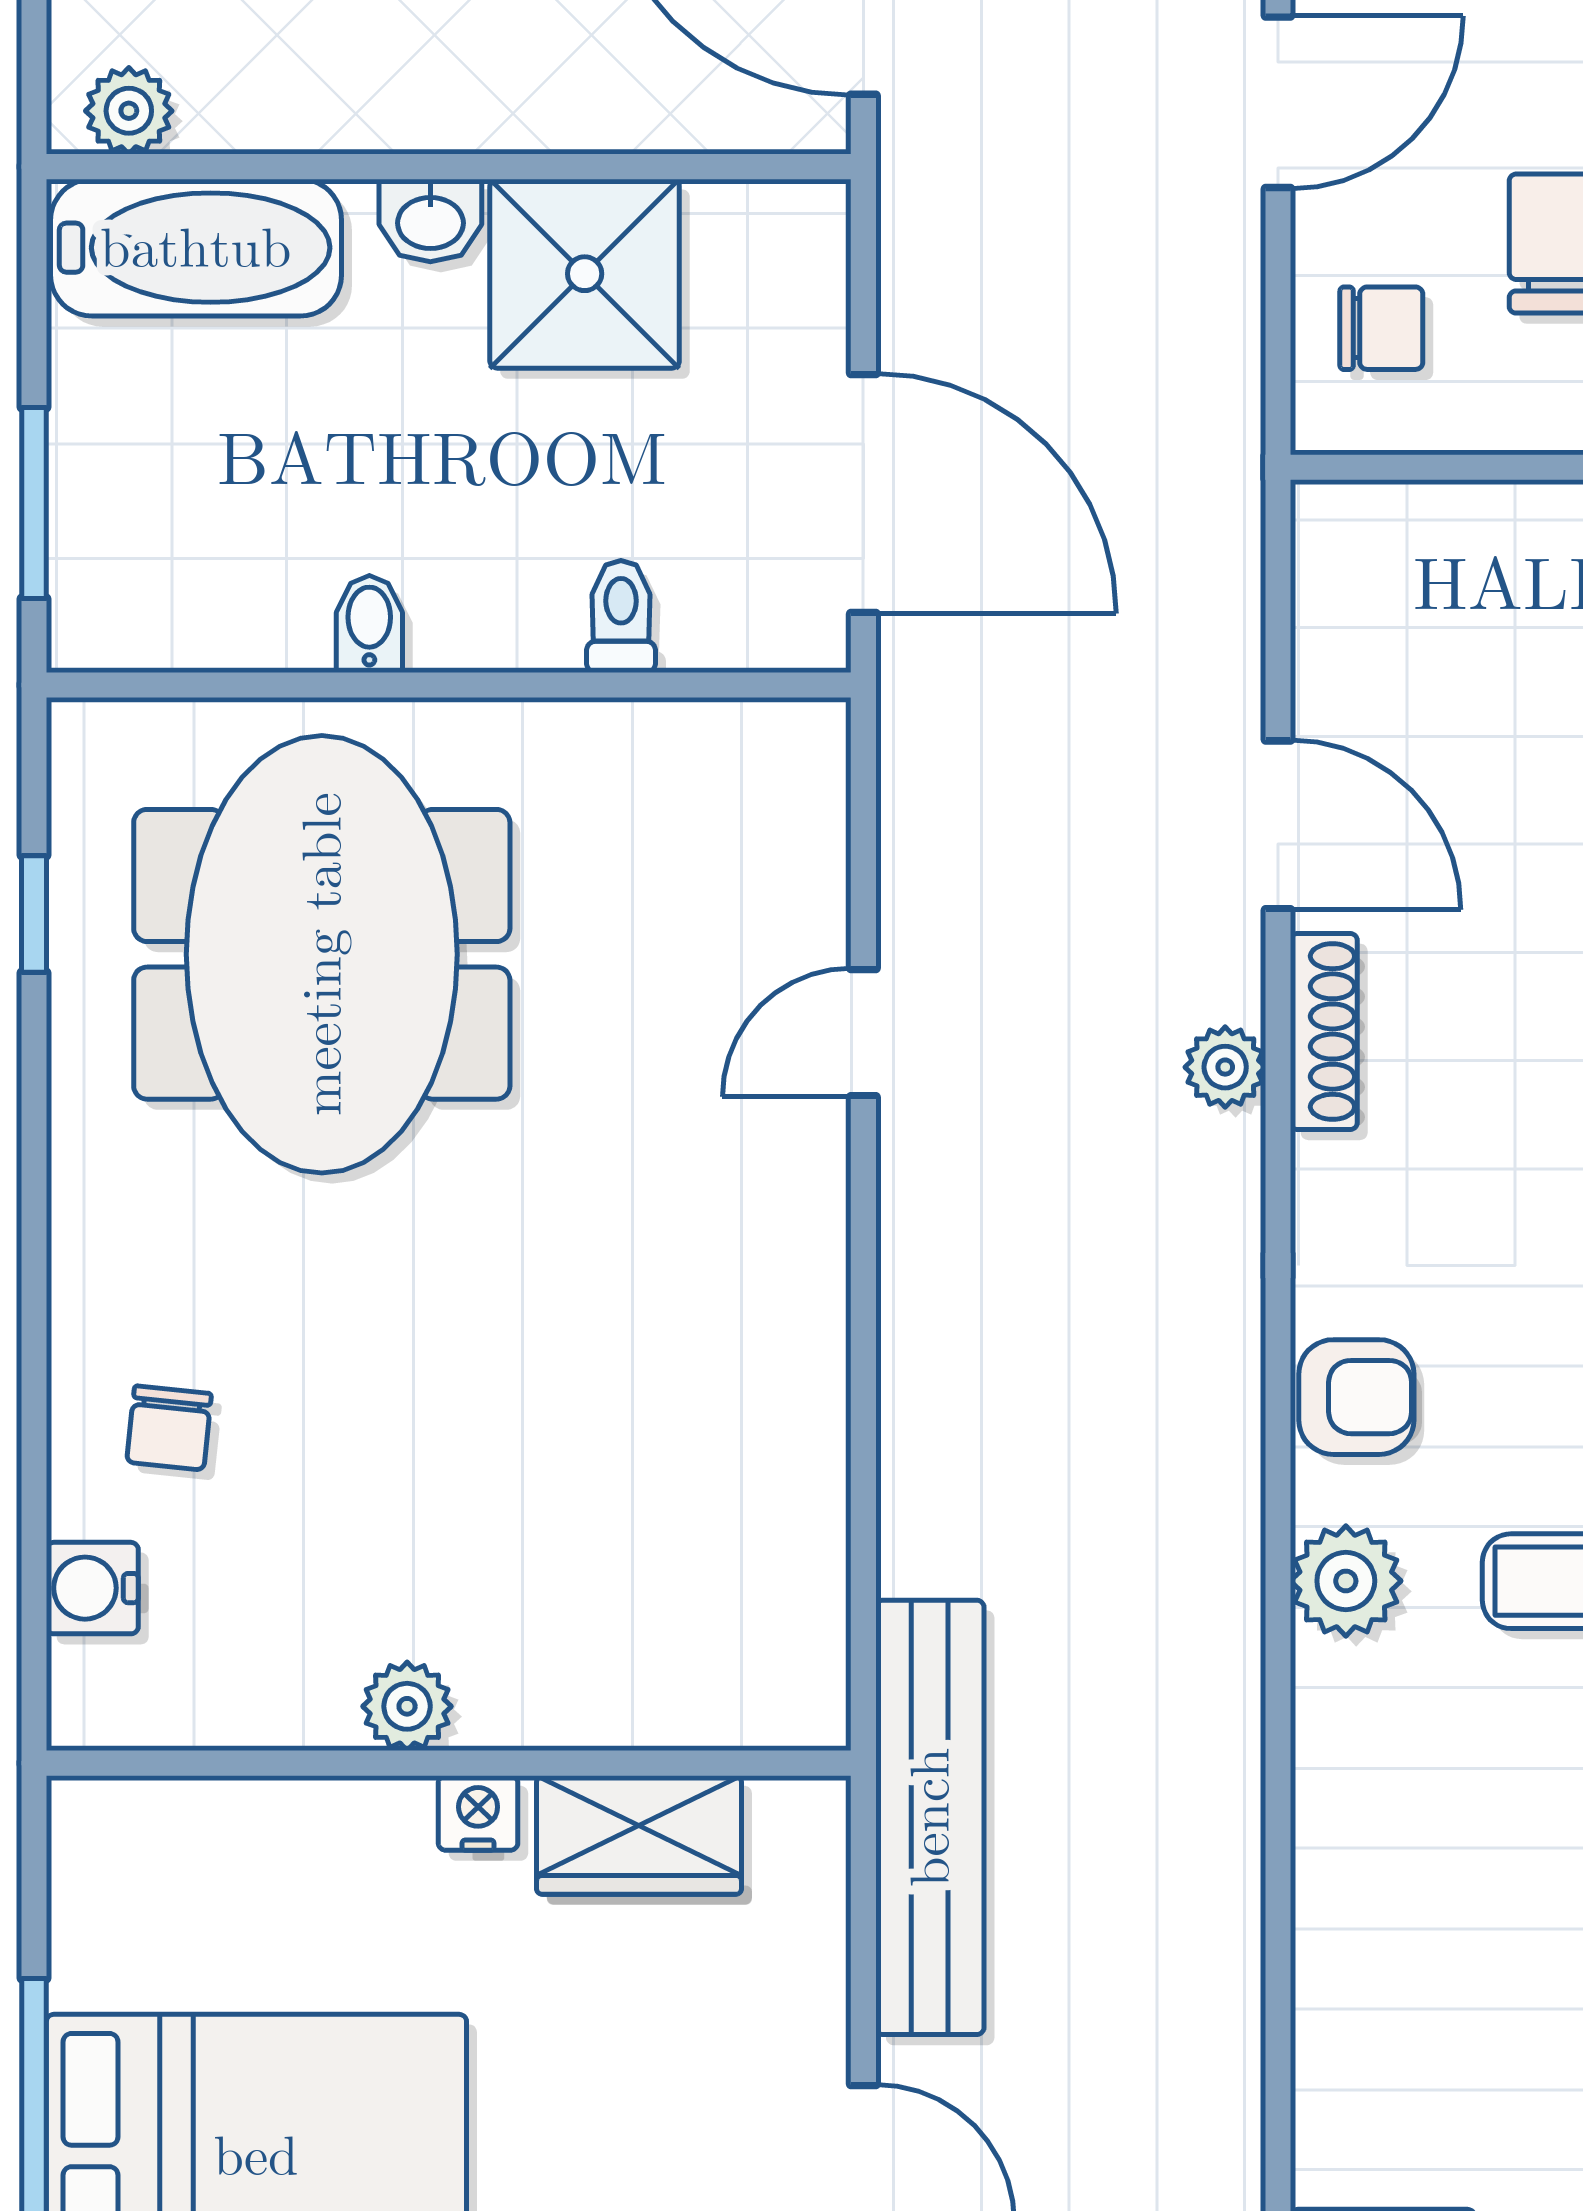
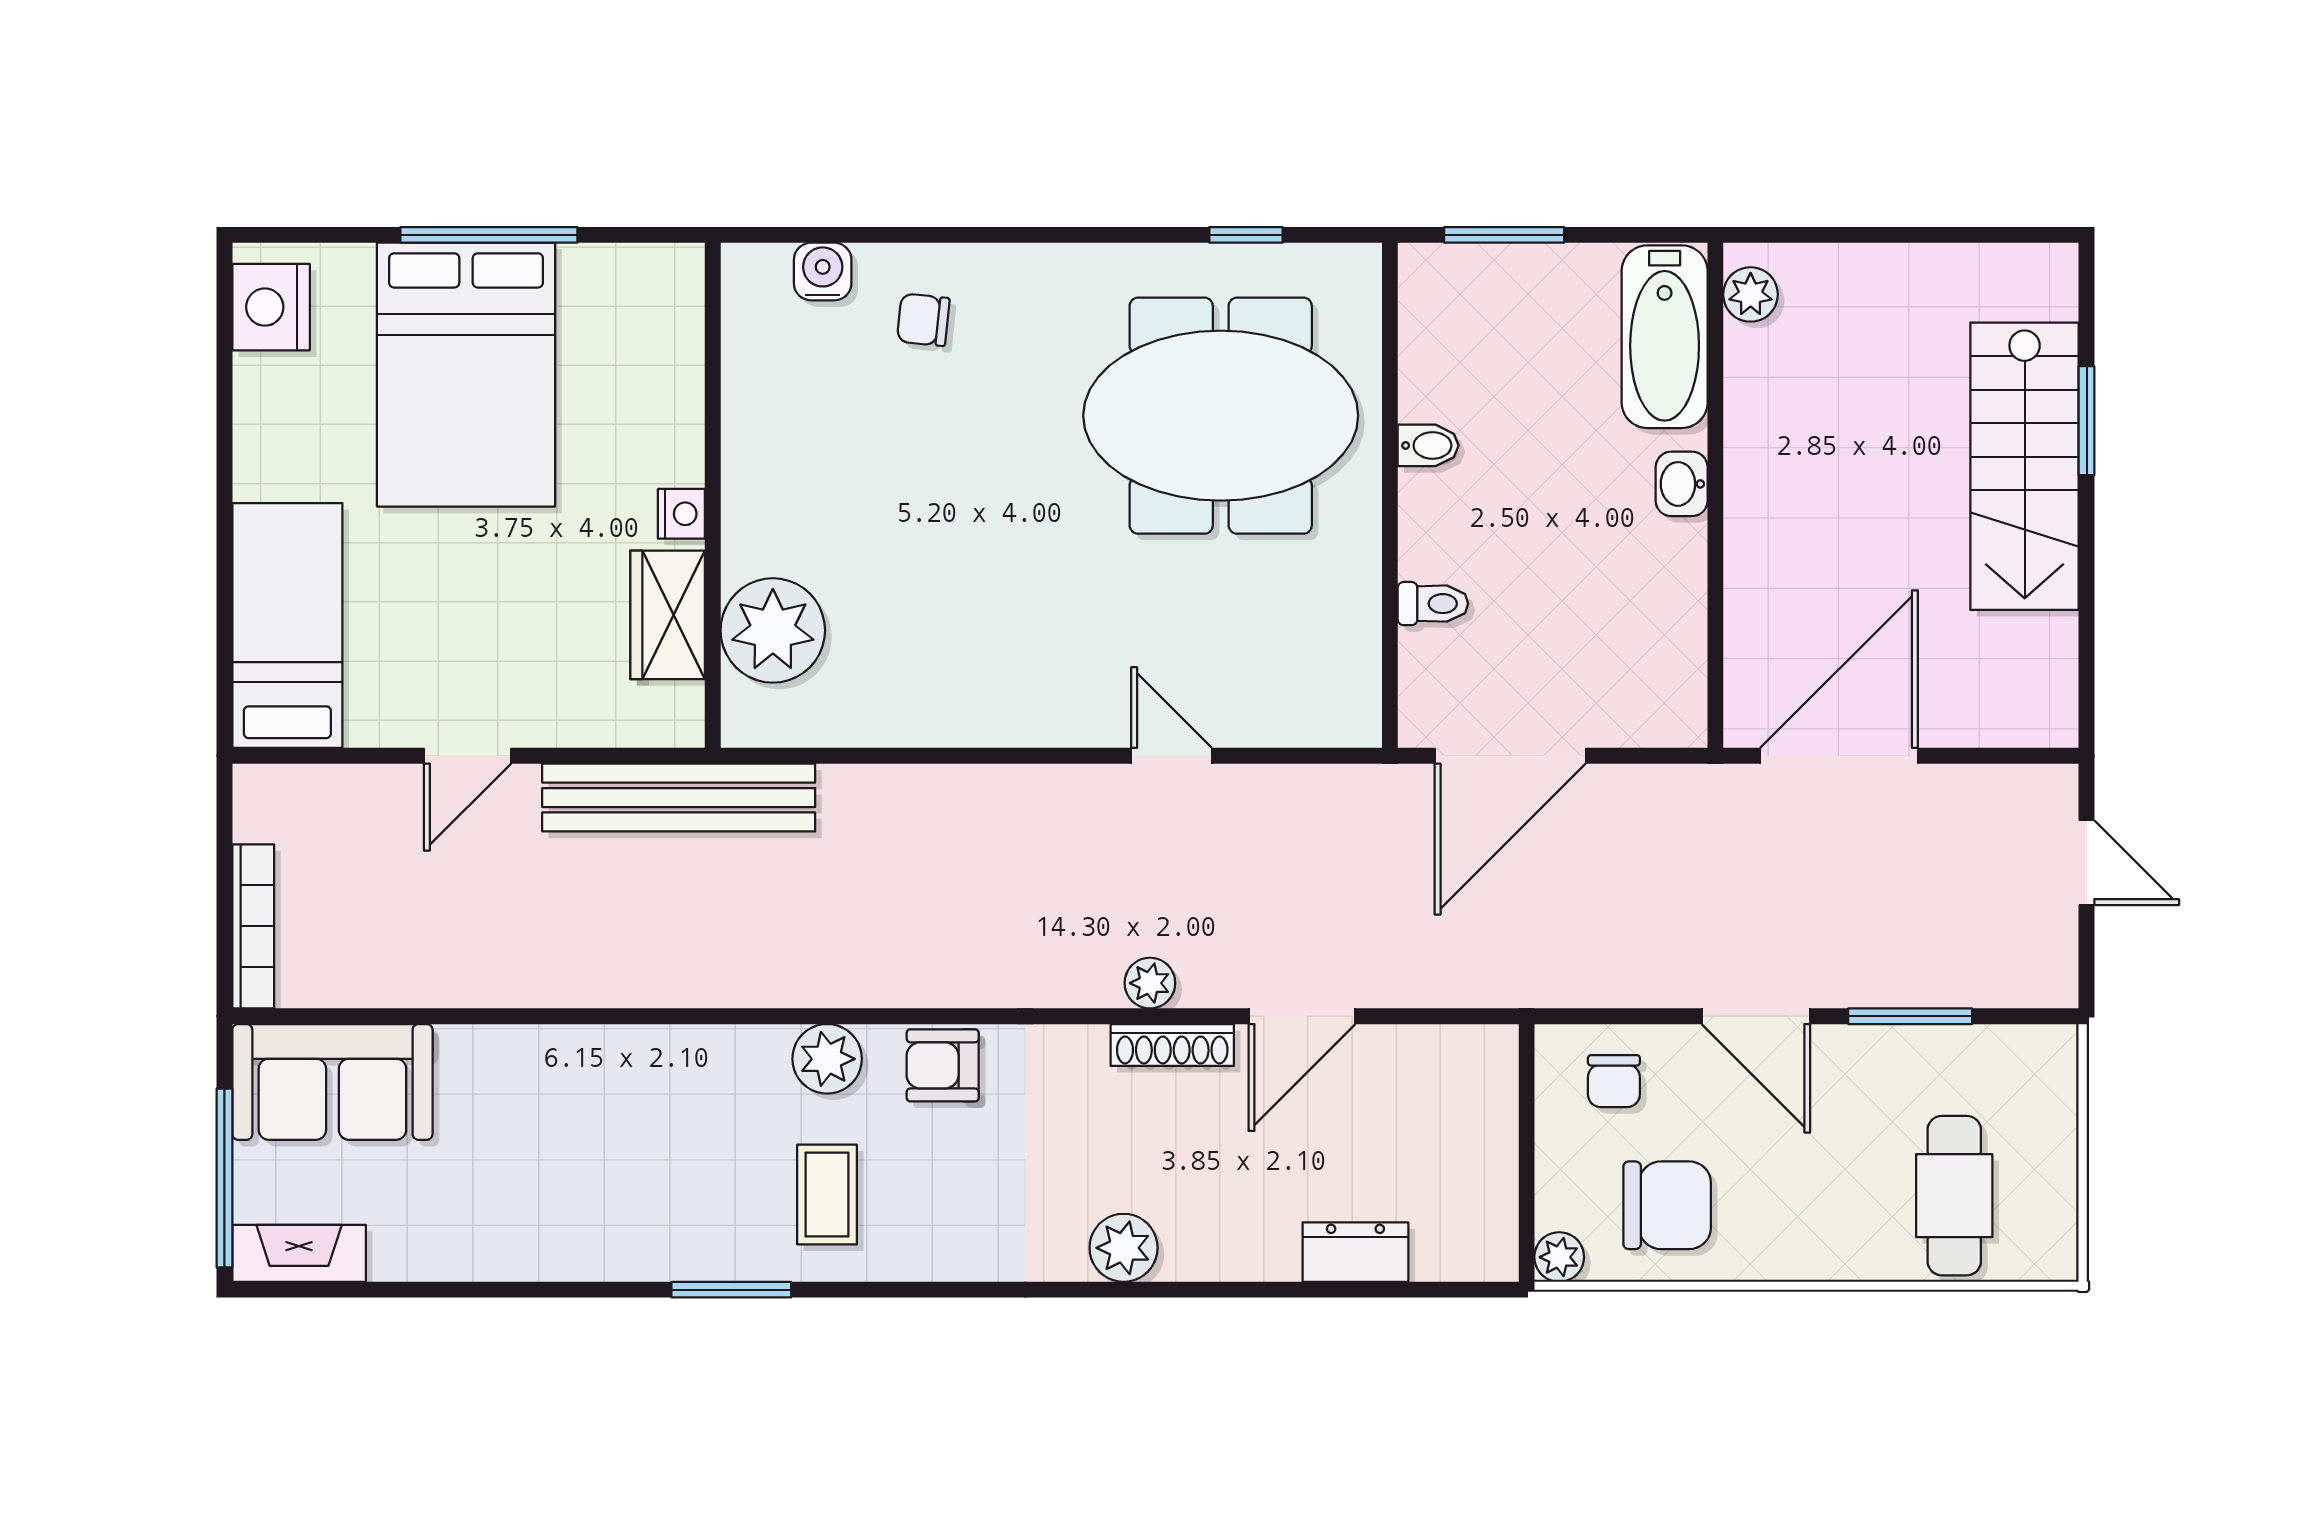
shower: (585, 274) -> (1648, 581), removed
armchair: (1356, 1397) -> (943, 1065), turned 90
plant: (407, 1706) -> (773, 630), moved, width x1.88, depth x1.88

